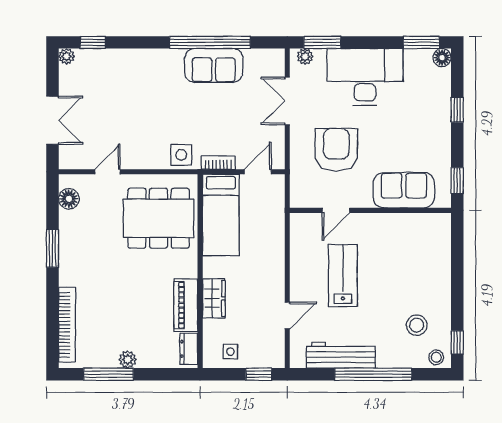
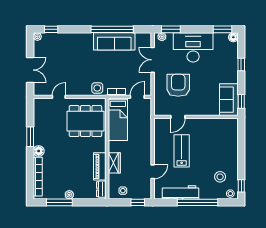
sofa: (214, 65) -> (114, 41), width x1.36
sofa: (404, 190) -> (229, 100), moved, turned -90
floor lamp: (69, 199) -> (39, 151), moved

